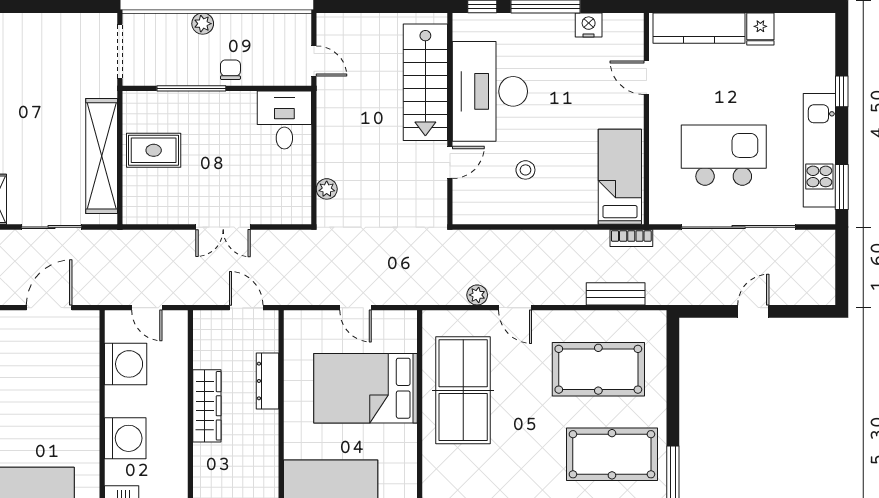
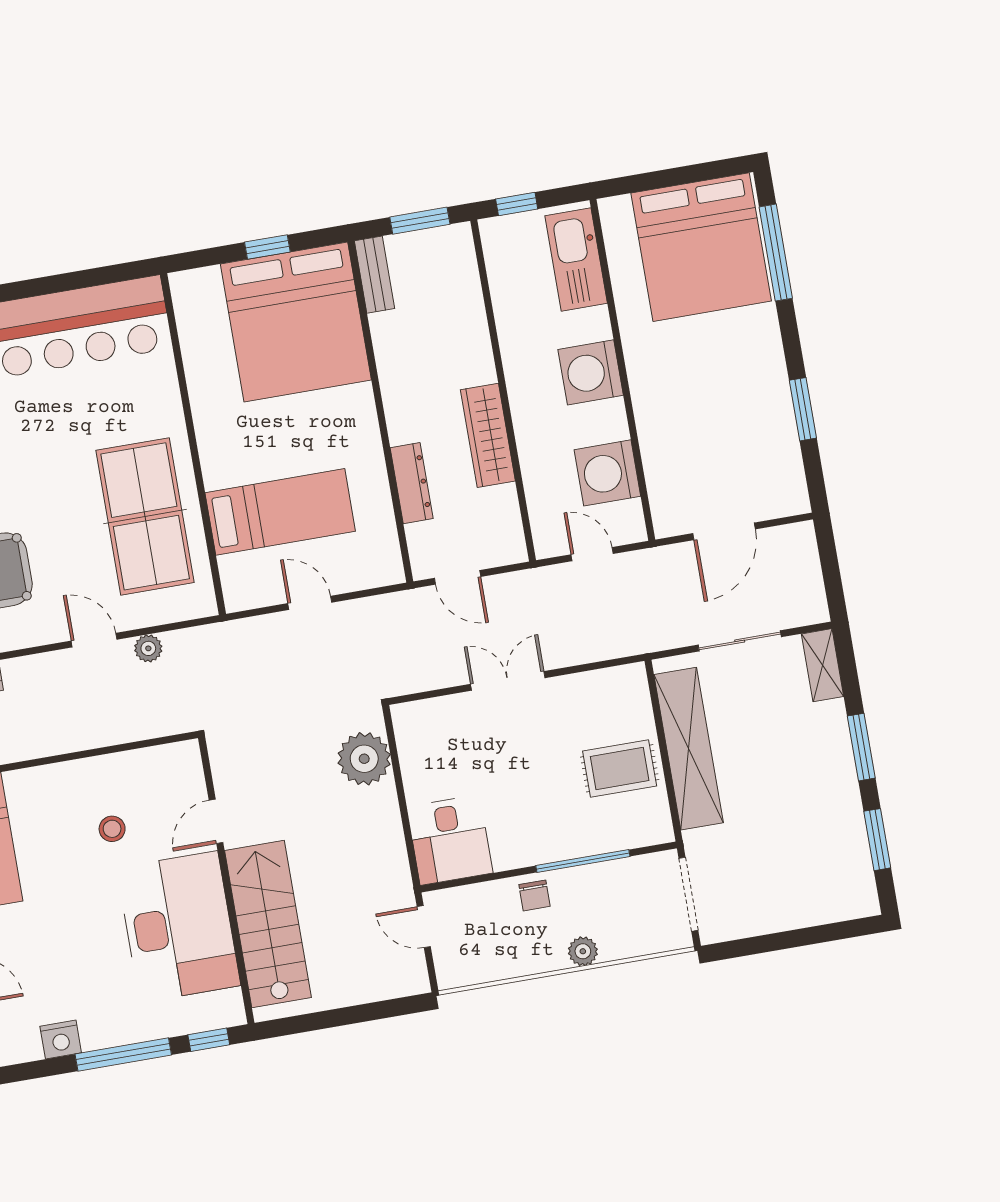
plant: (327, 189) -> (364, 759), width x1.88, depth x1.88
bed: (366, 388) -> (280, 512), width x0.67

